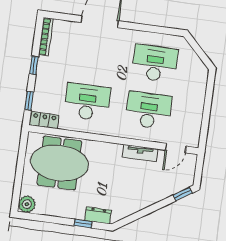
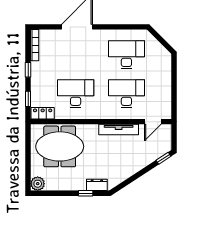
tv unit: (140, 153) -> (119, 130), width x1.41

